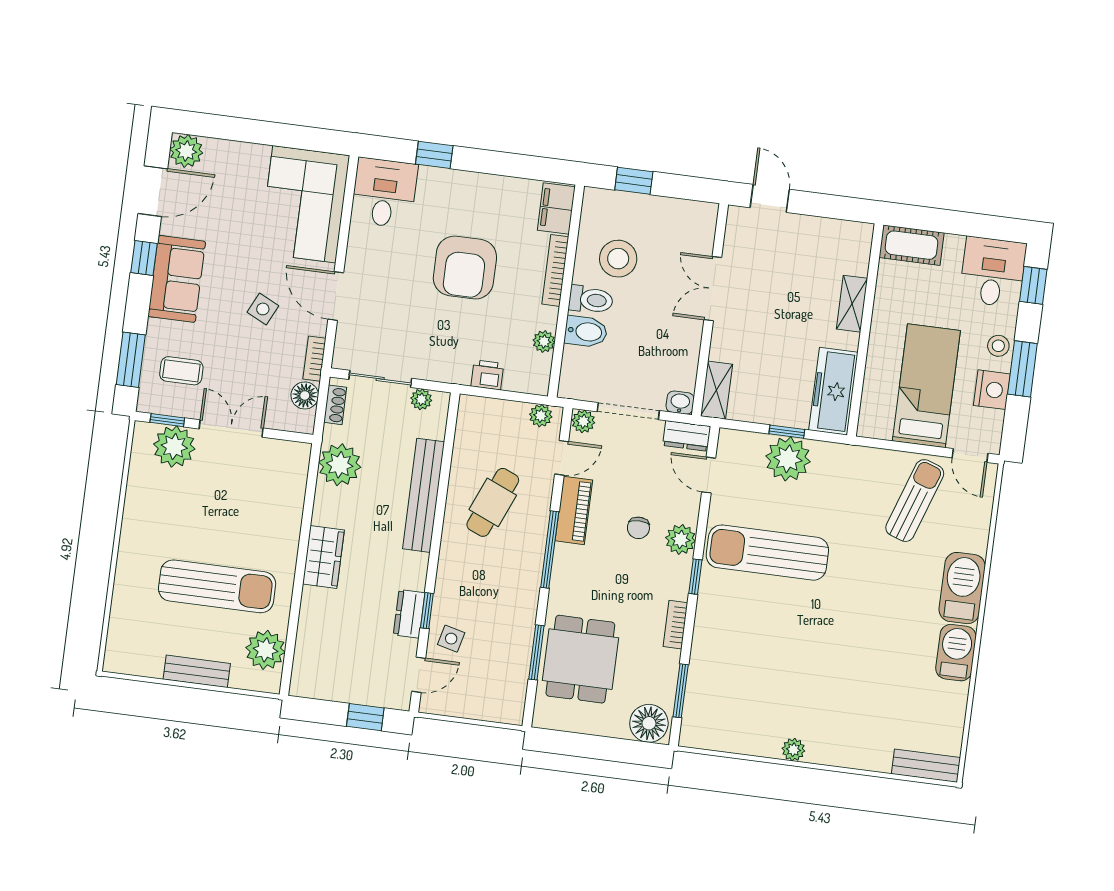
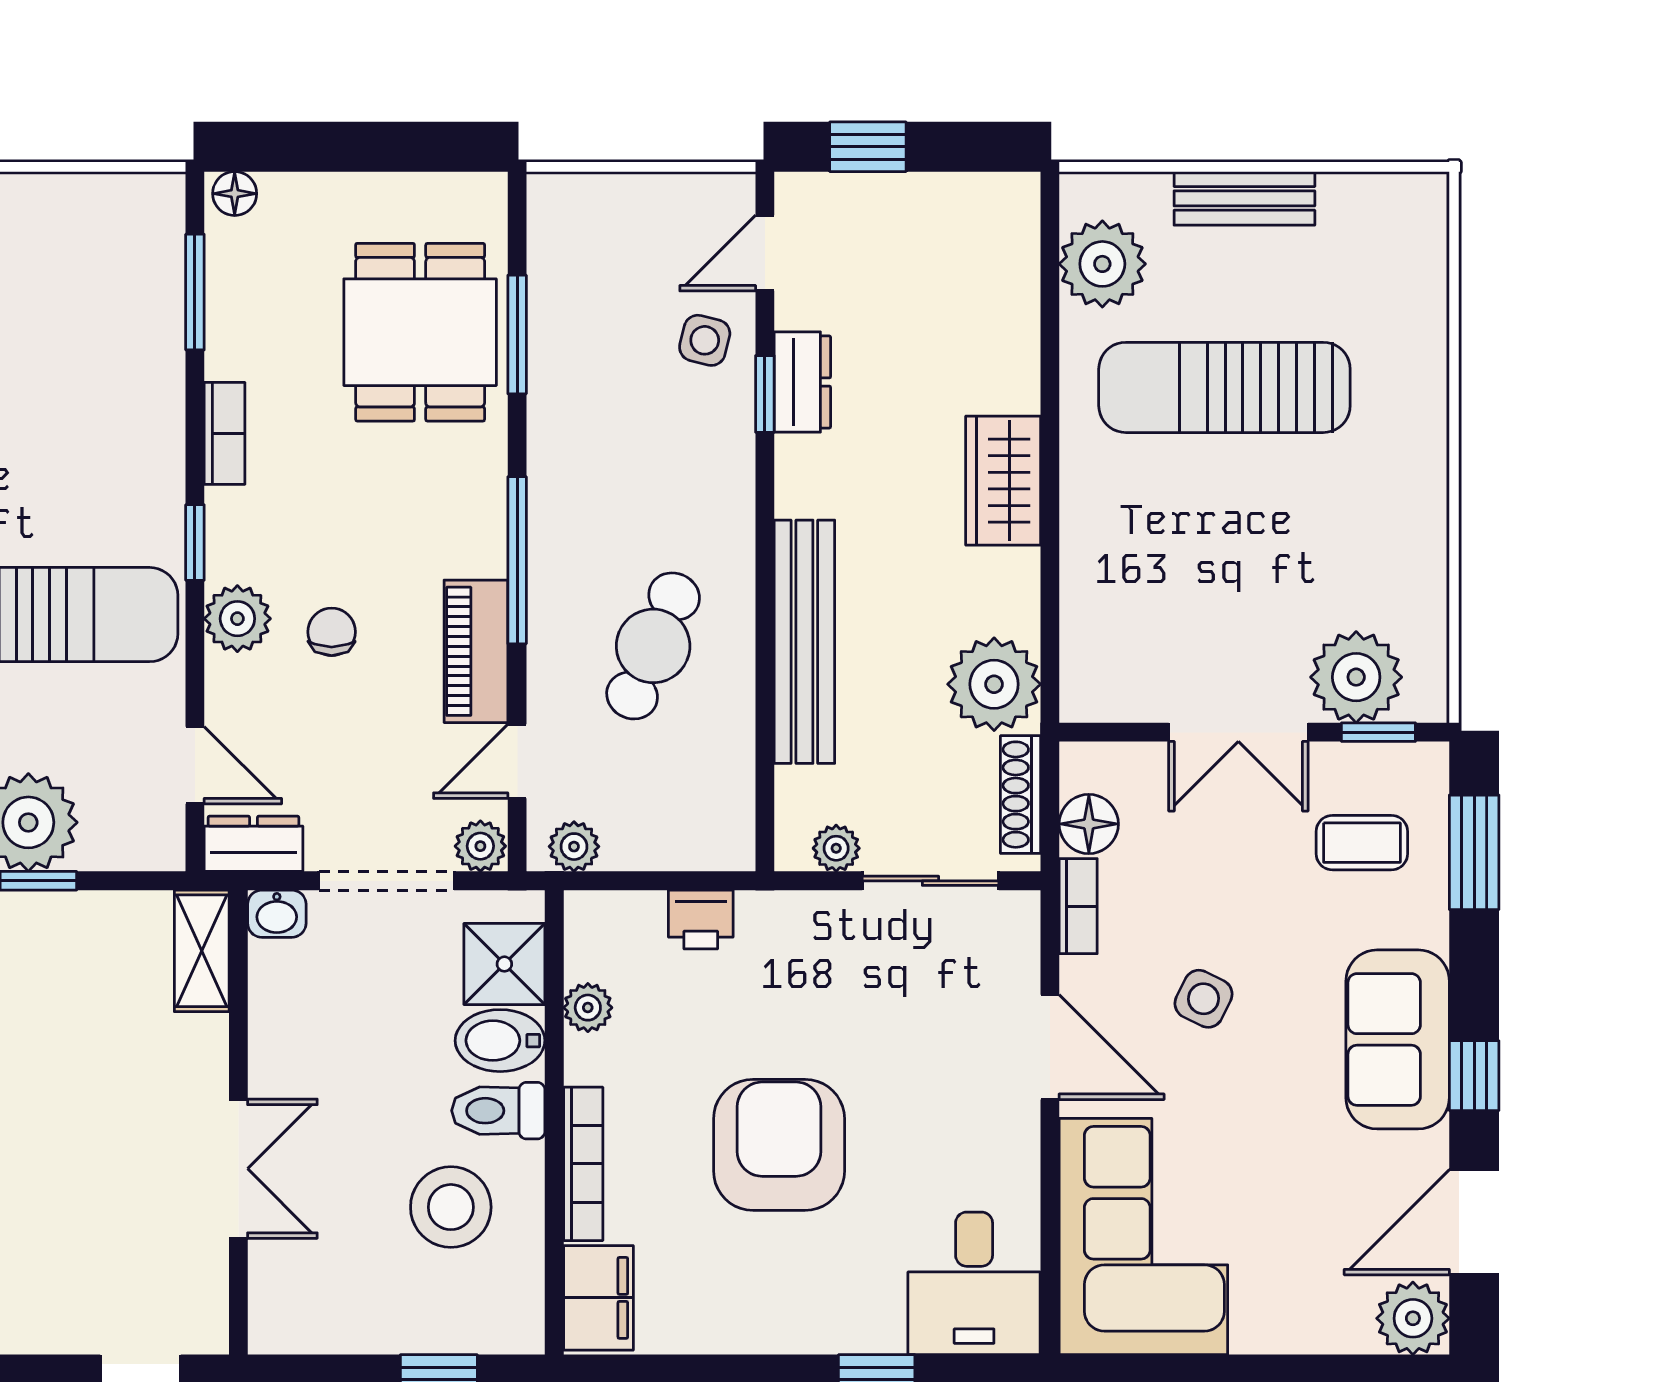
shower: (579, 366) -> (504, 964), added
shoe rack: (335, 405) -> (1020, 795), width x1.43
floor lamp: (649, 723) -> (235, 194), width x0.53, depth x0.53

